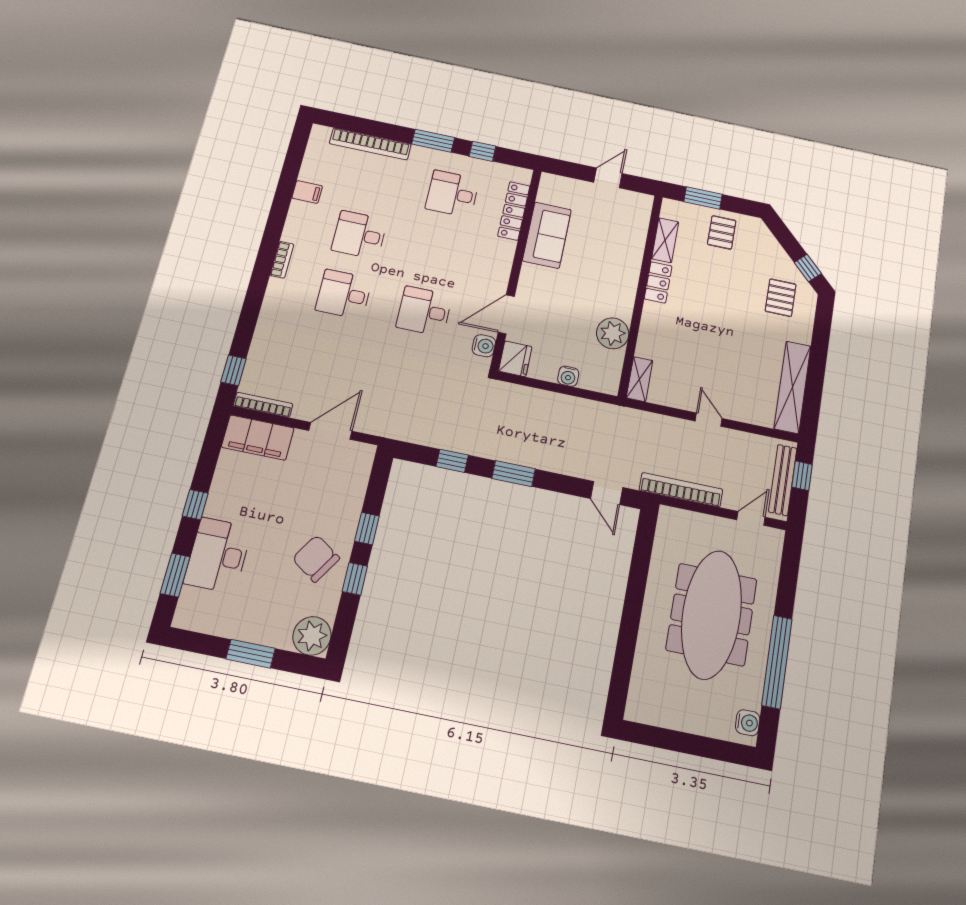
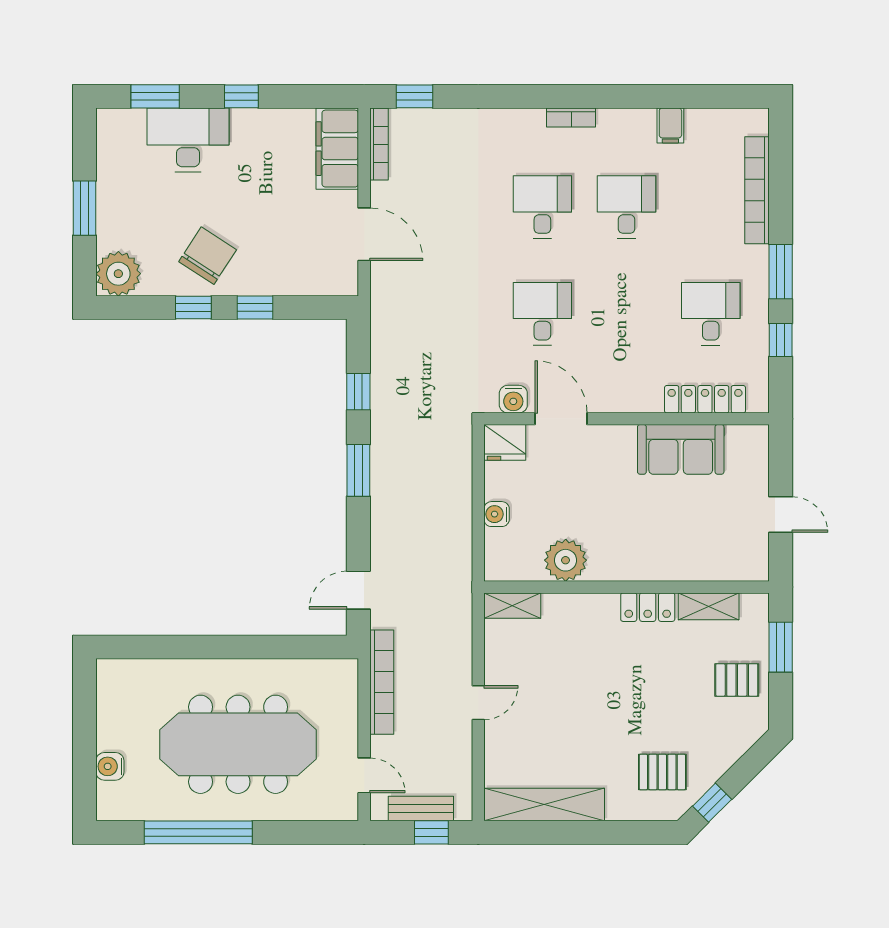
bench: (783, 480) -> (421, 809), width x0.73
water cooler: (748, 723) -> (110, 766), moved, turned 90

